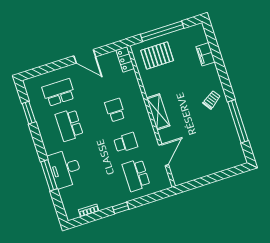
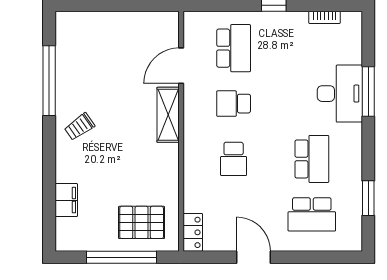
shelving: (158, 112) -> (168, 115), moved

